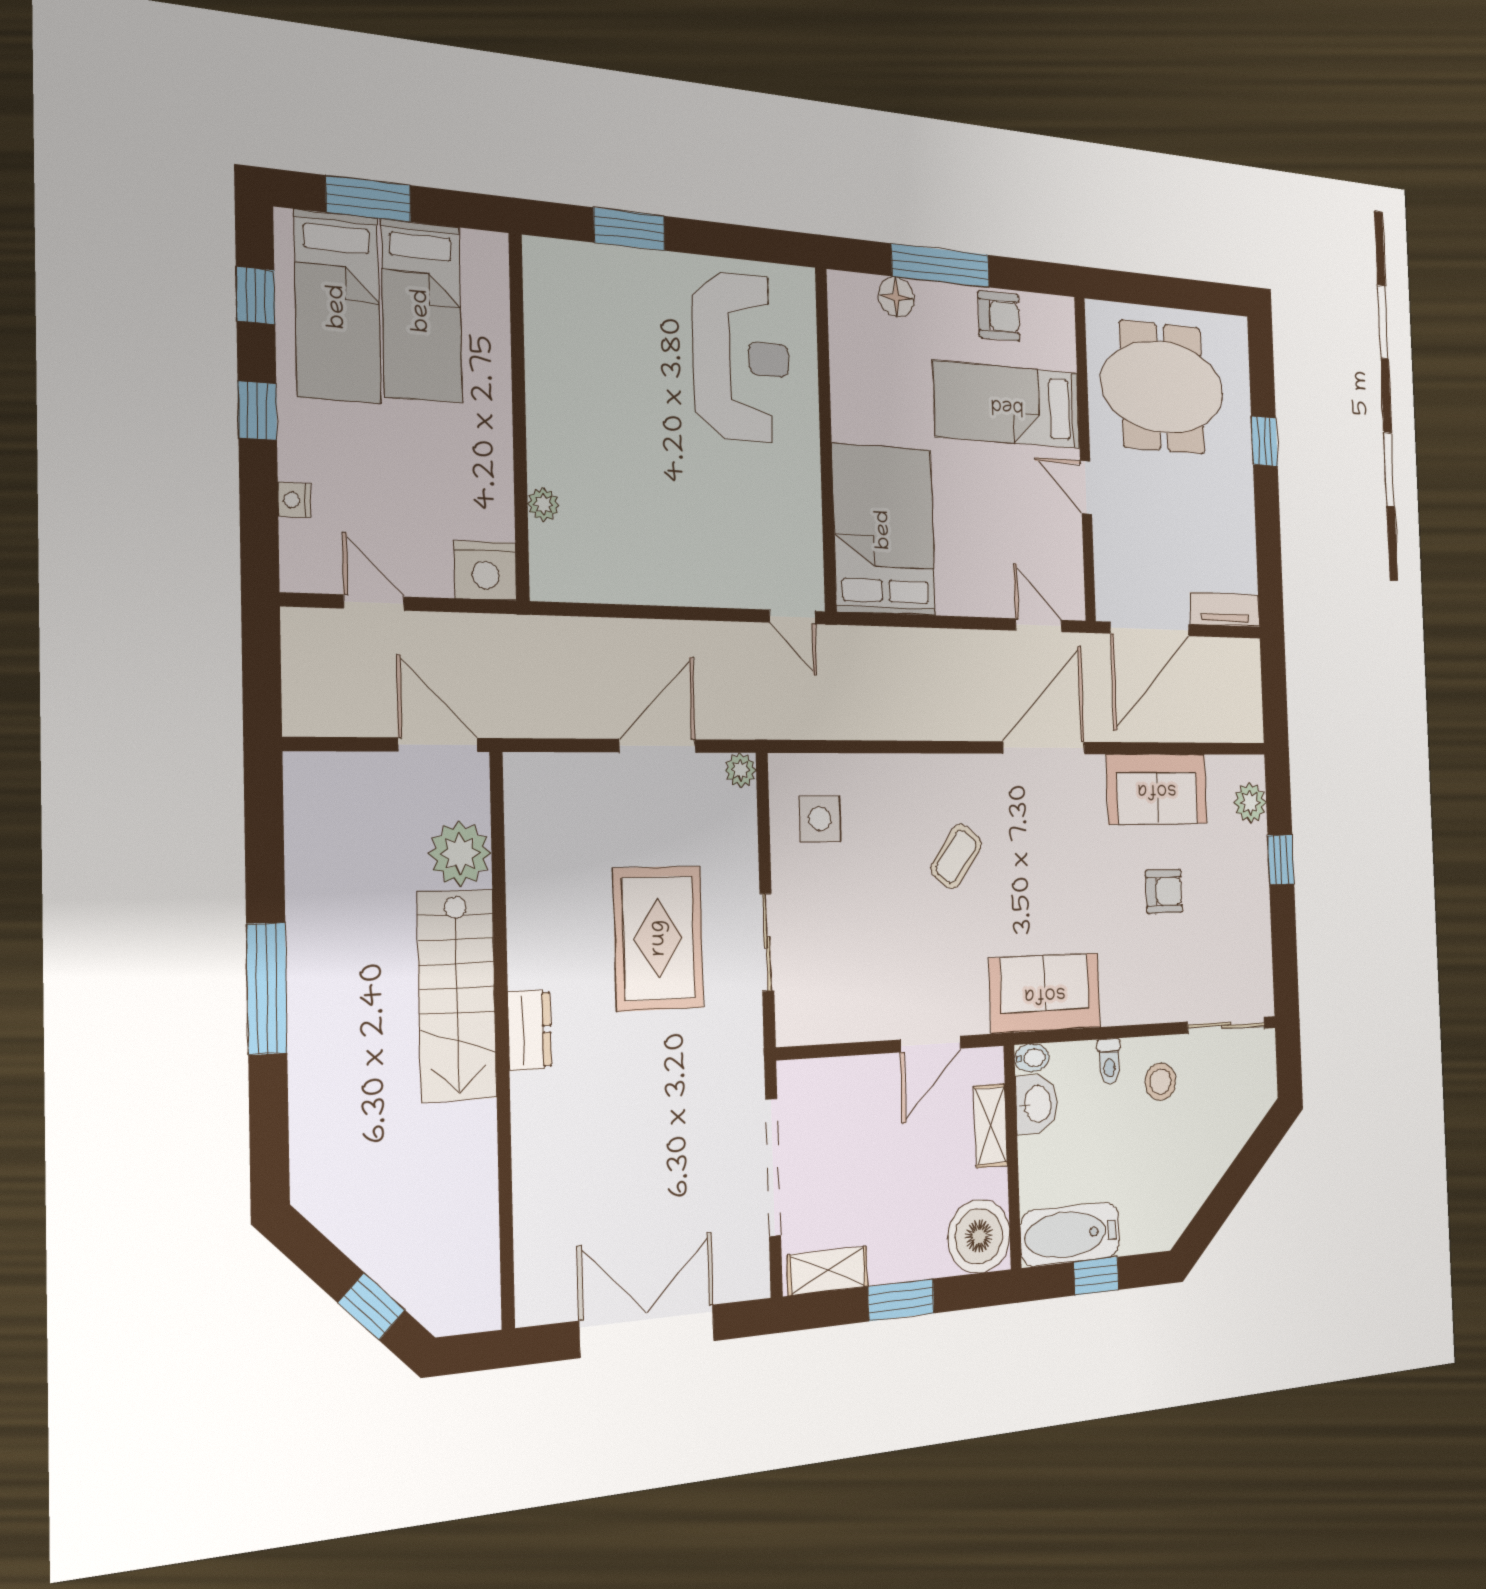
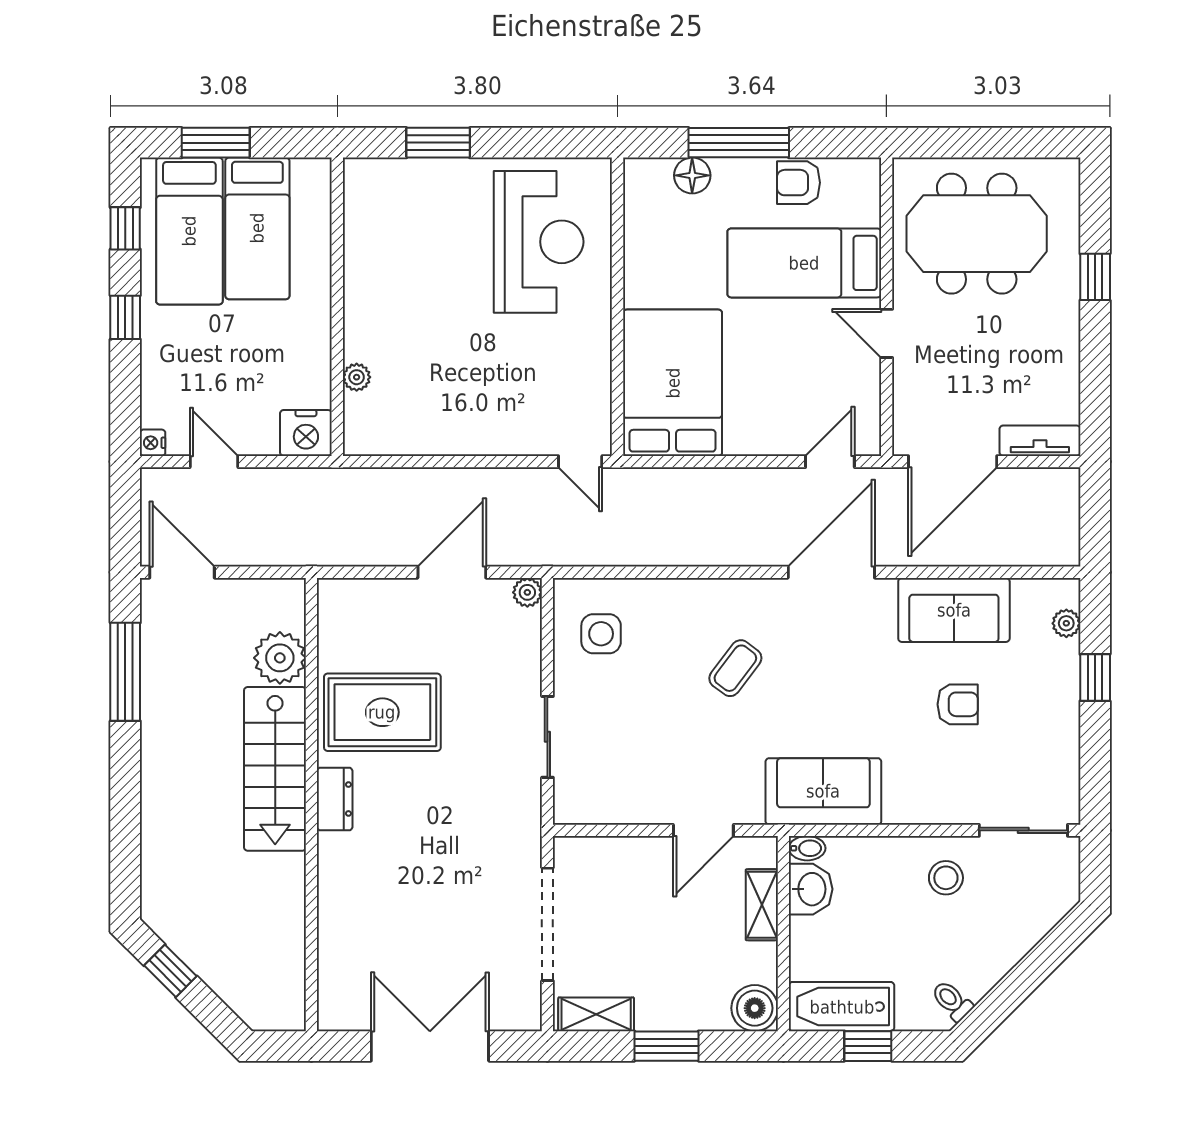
armchair: (999, 316) -> (799, 183), turned 180
nightstand: (294, 500) -> (153, 443), moved
door: (1039, 625) -> (830, 462), hinge flipped
door: (438, 745) -> (182, 572), moved
plant: (1250, 803) -> (1066, 623), width x0.73, depth x0.73
rug: (659, 938) -> (382, 712), moved, turned 90
window: (267, 988) -> (125, 672), moved
toilet: (1109, 1062) -> (952, 1001), moved, turned 135
boiler: (979, 1236) -> (755, 1008), width x0.73, depth x0.73
window: (372, 1306) -> (170, 971), moved

